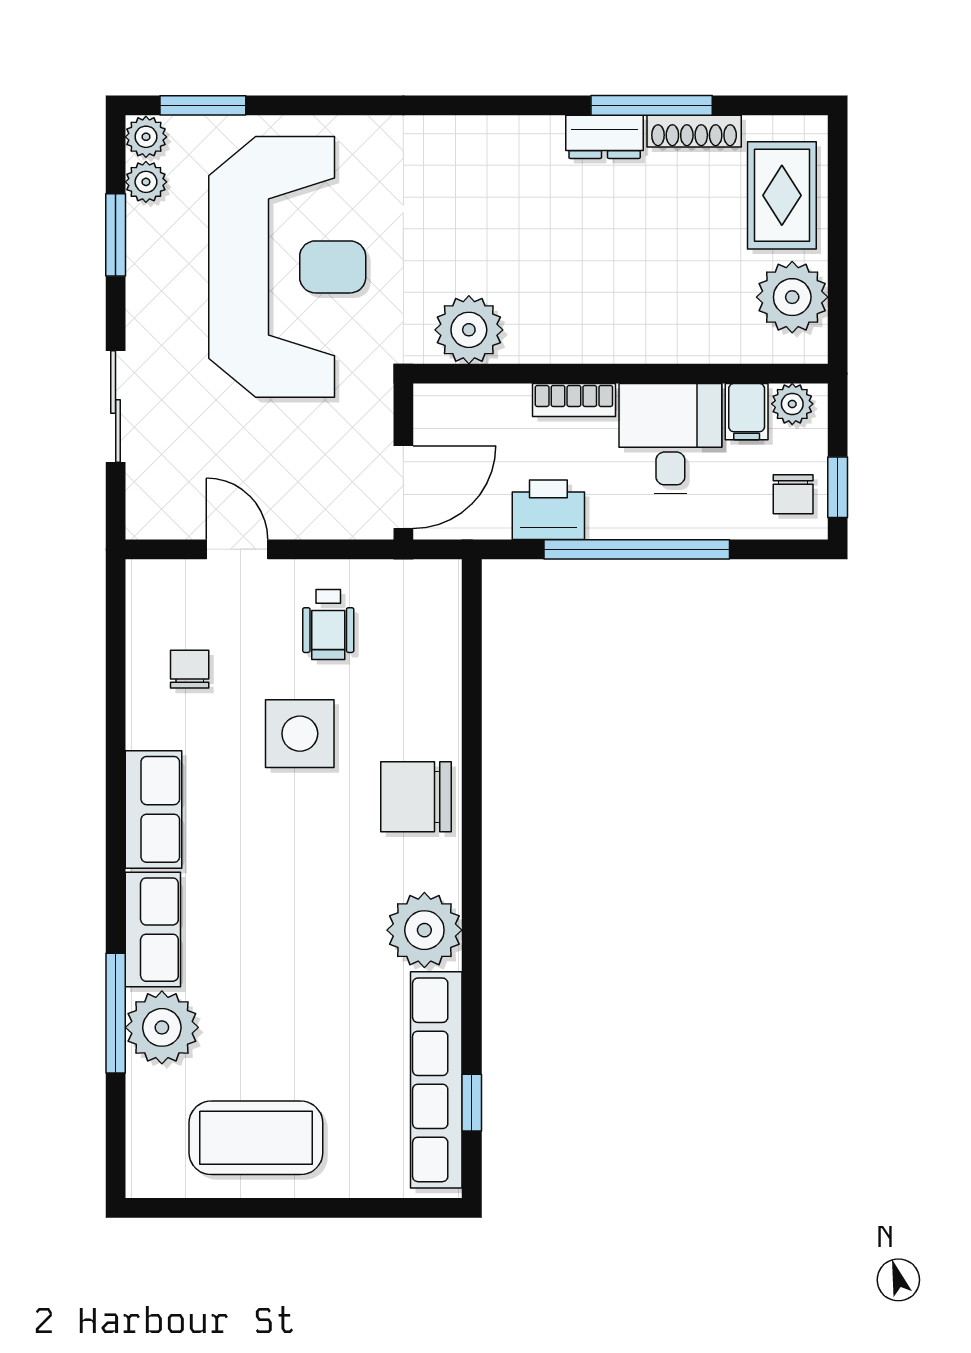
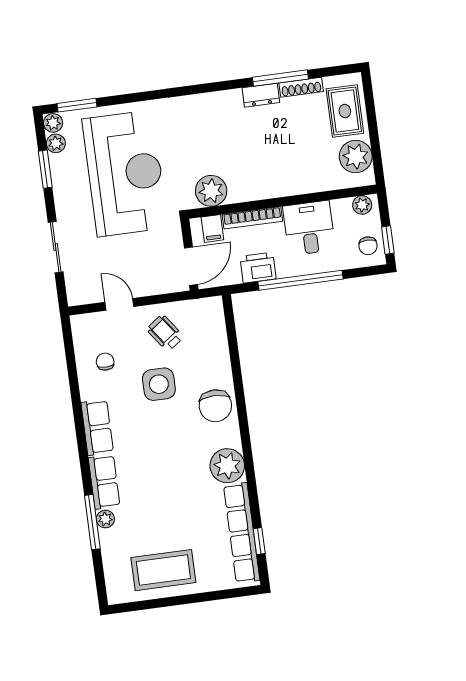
bookcase: (574, 400) -> (252, 218), width x1.56
filing cabinet: (747, 412) -> (212, 228), moved
wheelchair: (328, 624) -> (165, 333), turned 144
chair: (416, 797) -> (215, 406), turned -90
plant: (162, 1027) -> (105, 519), width x0.53, depth x0.53

